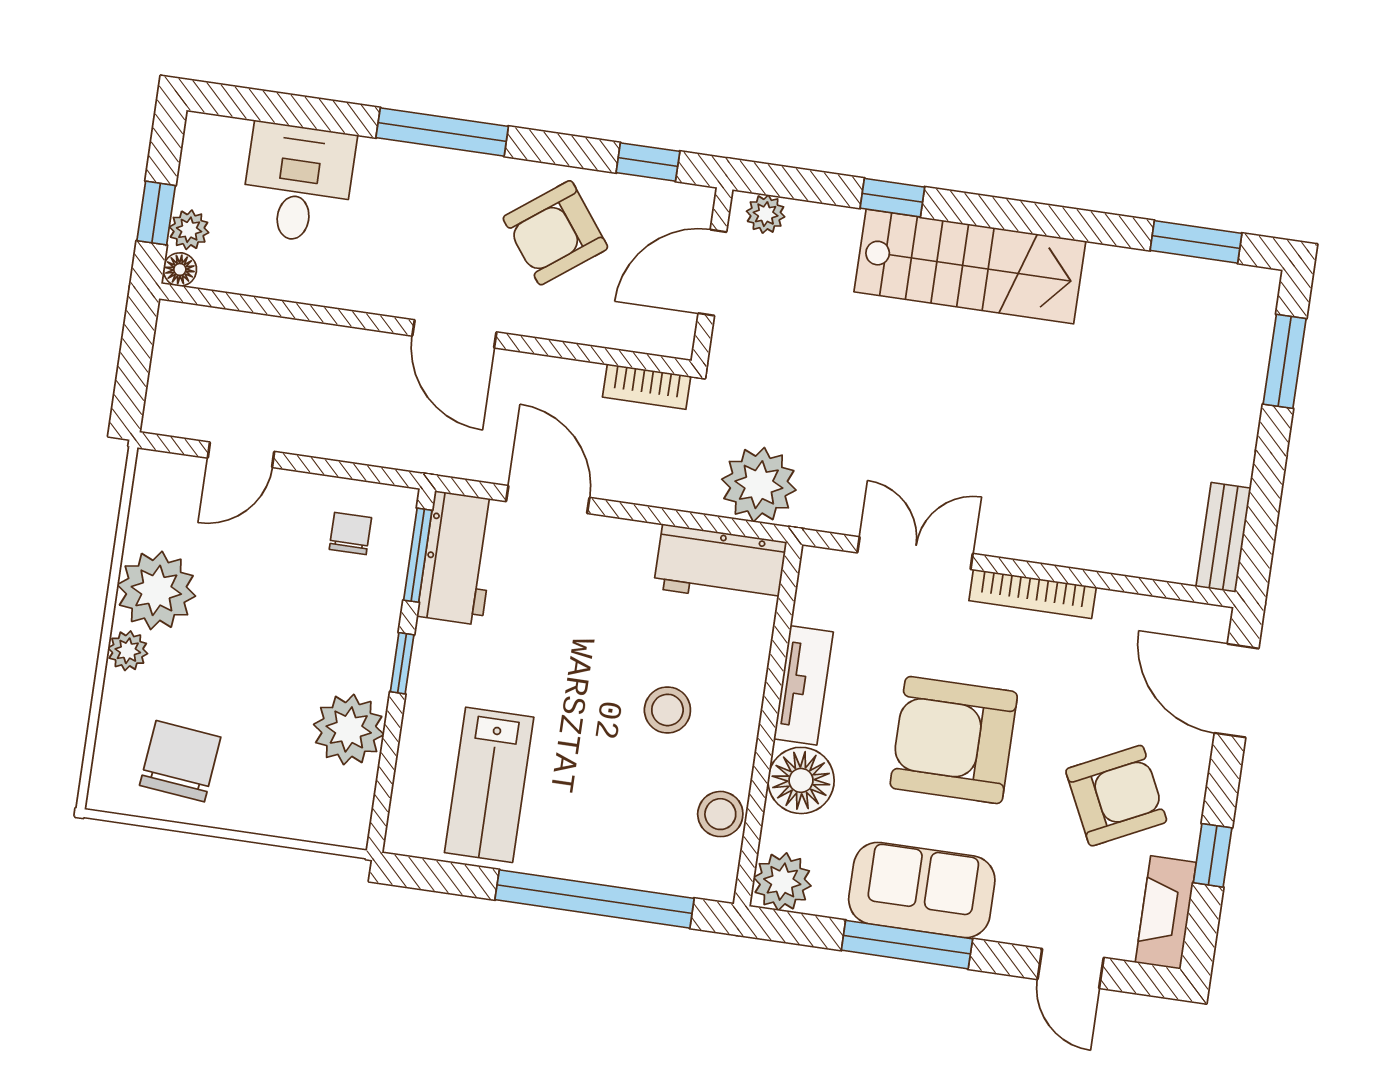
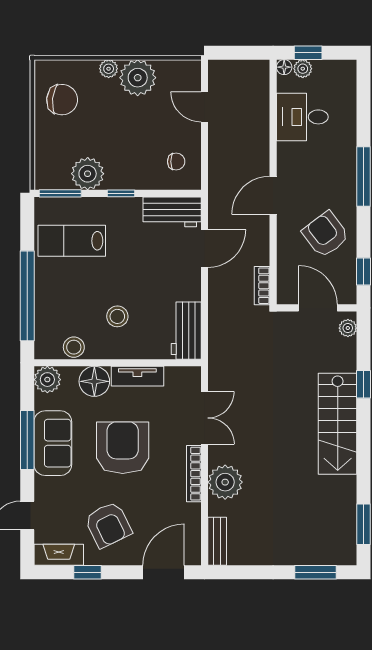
desk: (298, 183) -> (302, 117), moved, turned 180
plant: (759, 485) -> (225, 482), moved
bench: (1223, 537) -> (217, 541), moved, turned 90
window: (418, 555) -> (60, 193), moved

